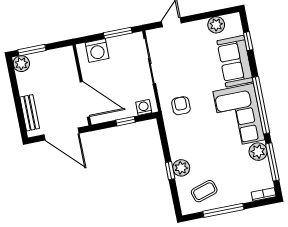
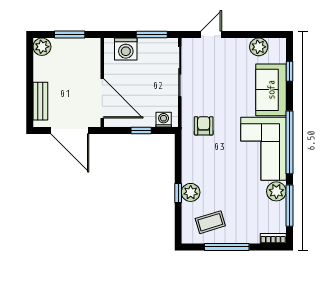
window: (32, 50) -> (70, 34), moved

